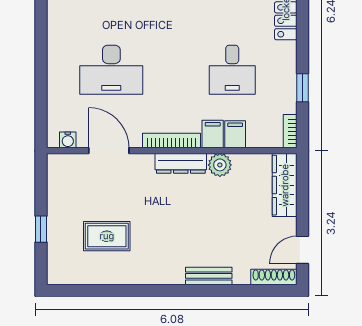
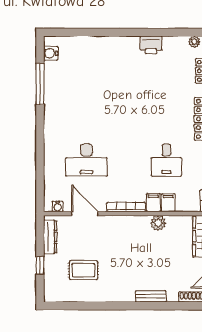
dresser: (181, 163) -> (50, 237), moved, turned -90

